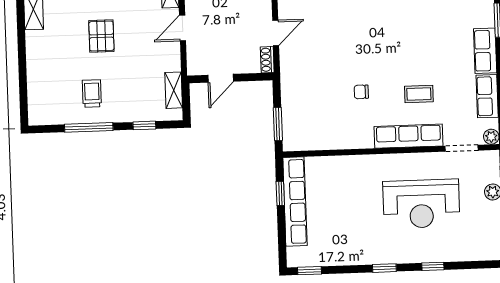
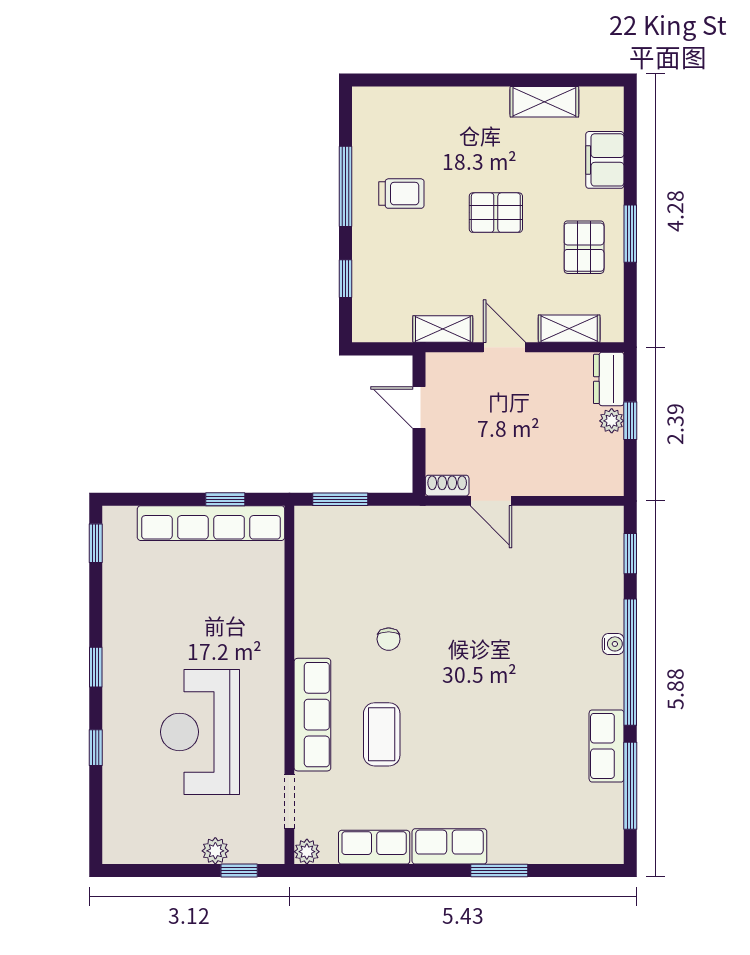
shelving: (174, 90) -> (443, 329), moved
chair: (361, 92) -> (389, 639), turned 180
coffee table: (419, 94) -> (382, 734), width x1.36, depth x1.30

